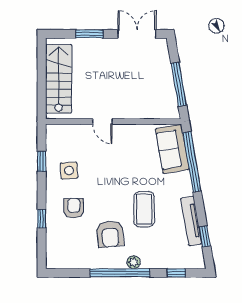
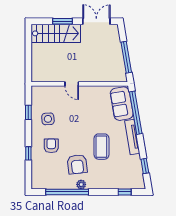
stairs: (59, 79) -> (56, 33), moved, turned 90
tv unit: (191, 221) -> (132, 137), moved
plant: (134, 262) -> (81, 184), moved
window: (120, 273) -> (67, 192), moved

